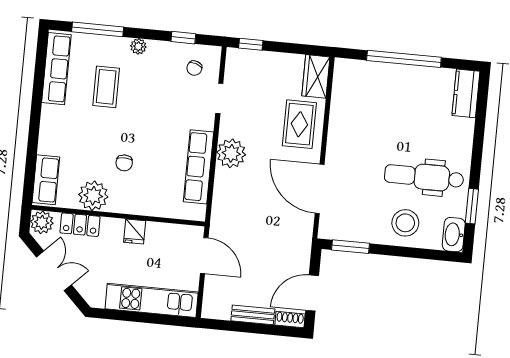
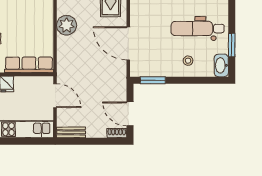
row of seats: (199, 167) -> (29, 65), moved, turned 90
stool: (405, 223) -> (188, 61), width x0.53, depth x0.53
door: (312, 293) -> (130, 114), hinge flipped
bench: (253, 315) -> (71, 132), moved

